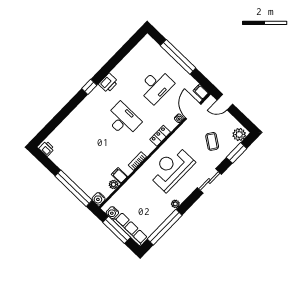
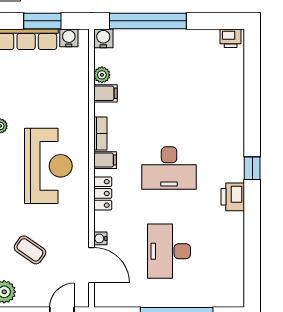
filing cabinet: (201, 92) -> (105, 160), moved
window: (117, 230) -> (42, 21), width x0.69

